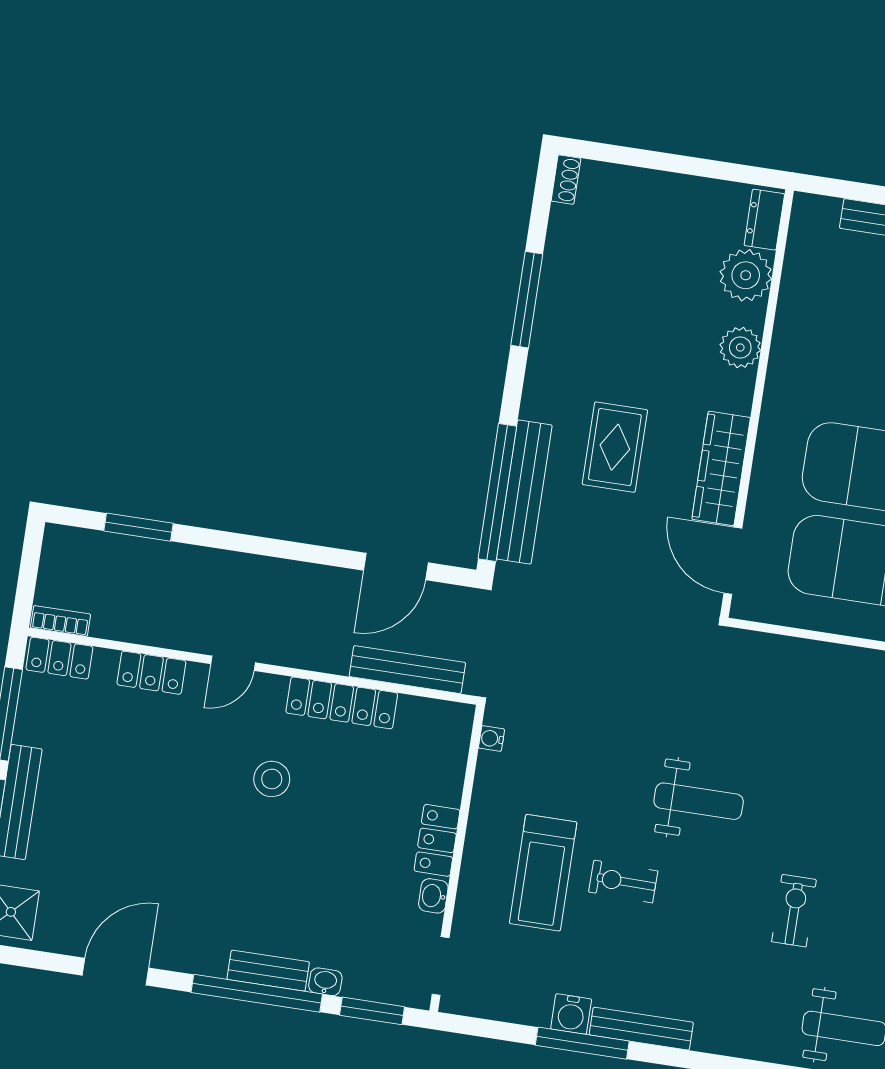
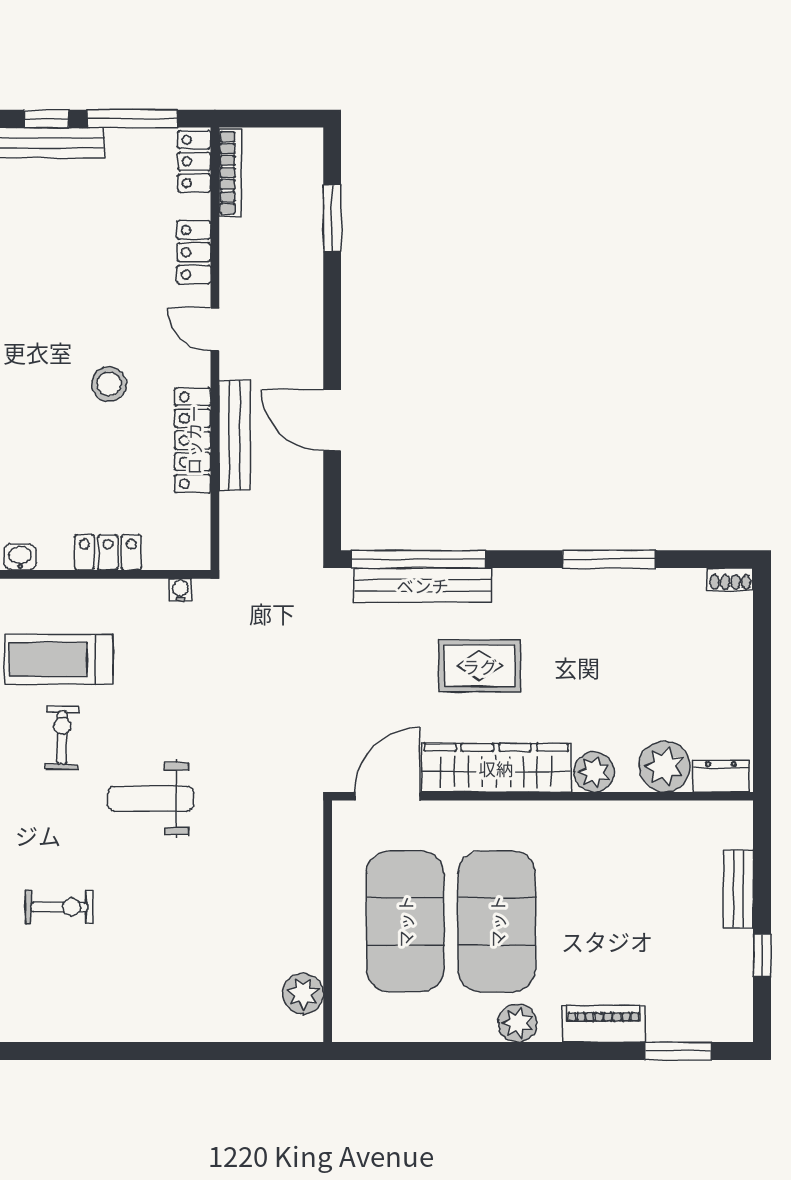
wardrobe: (721, 468) -> (496, 768), width x1.40, depth x1.17
door: (396, 567) -> (332, 420), moved
bookcase: (60, 621) -> (230, 173), width x1.56
bench: (407, 670) -> (235, 435), moved
weight bench: (699, 801) -> (151, 799), turned 90
locker: (437, 840) -> (108, 552), moved

